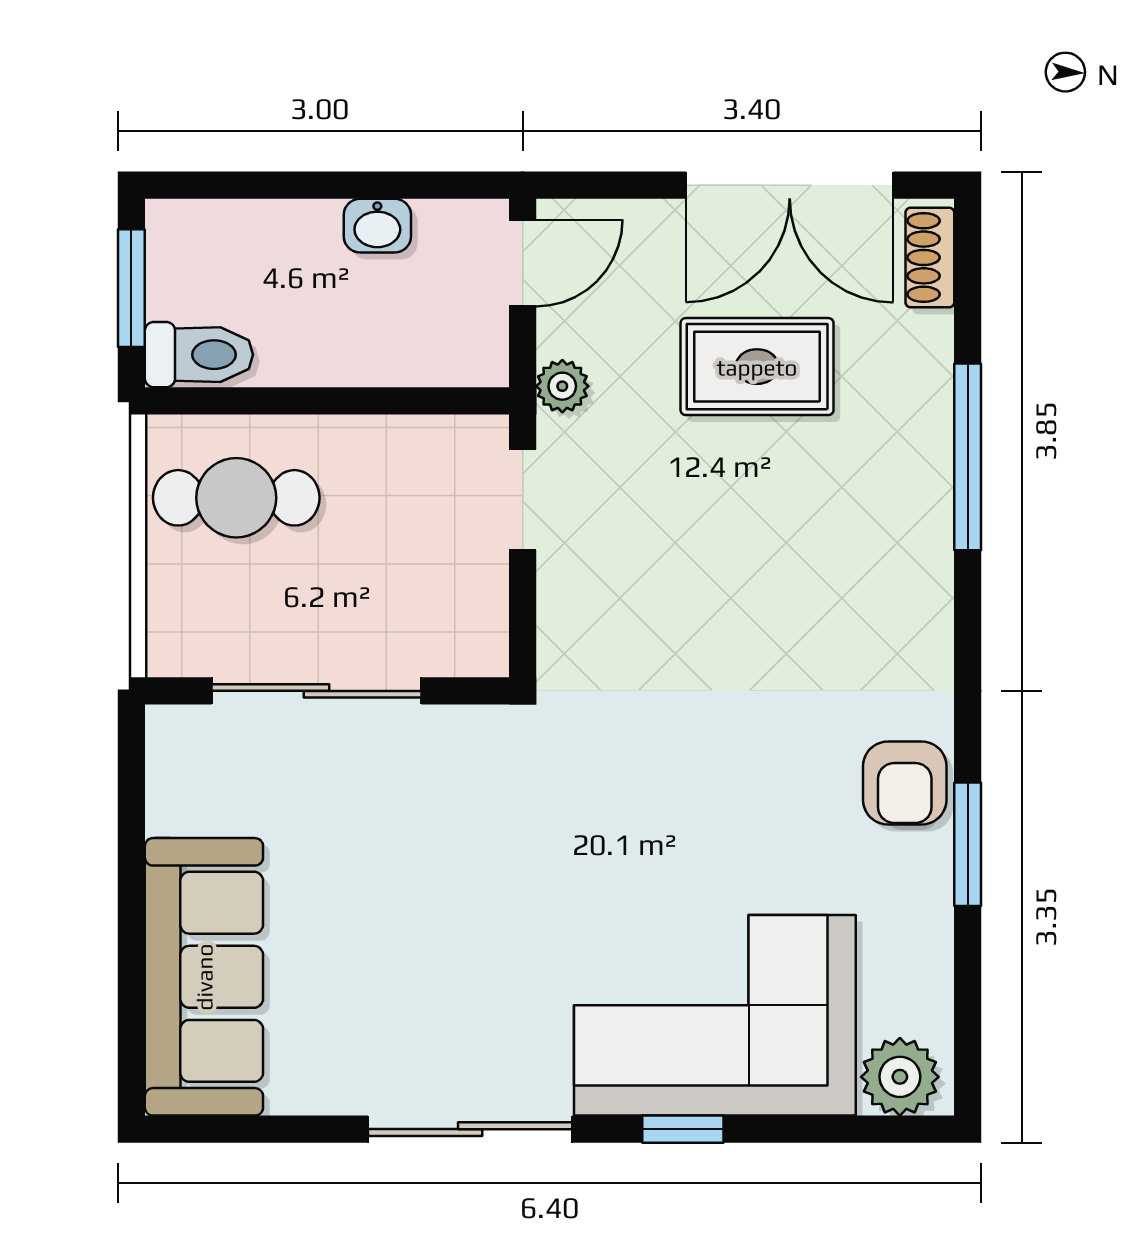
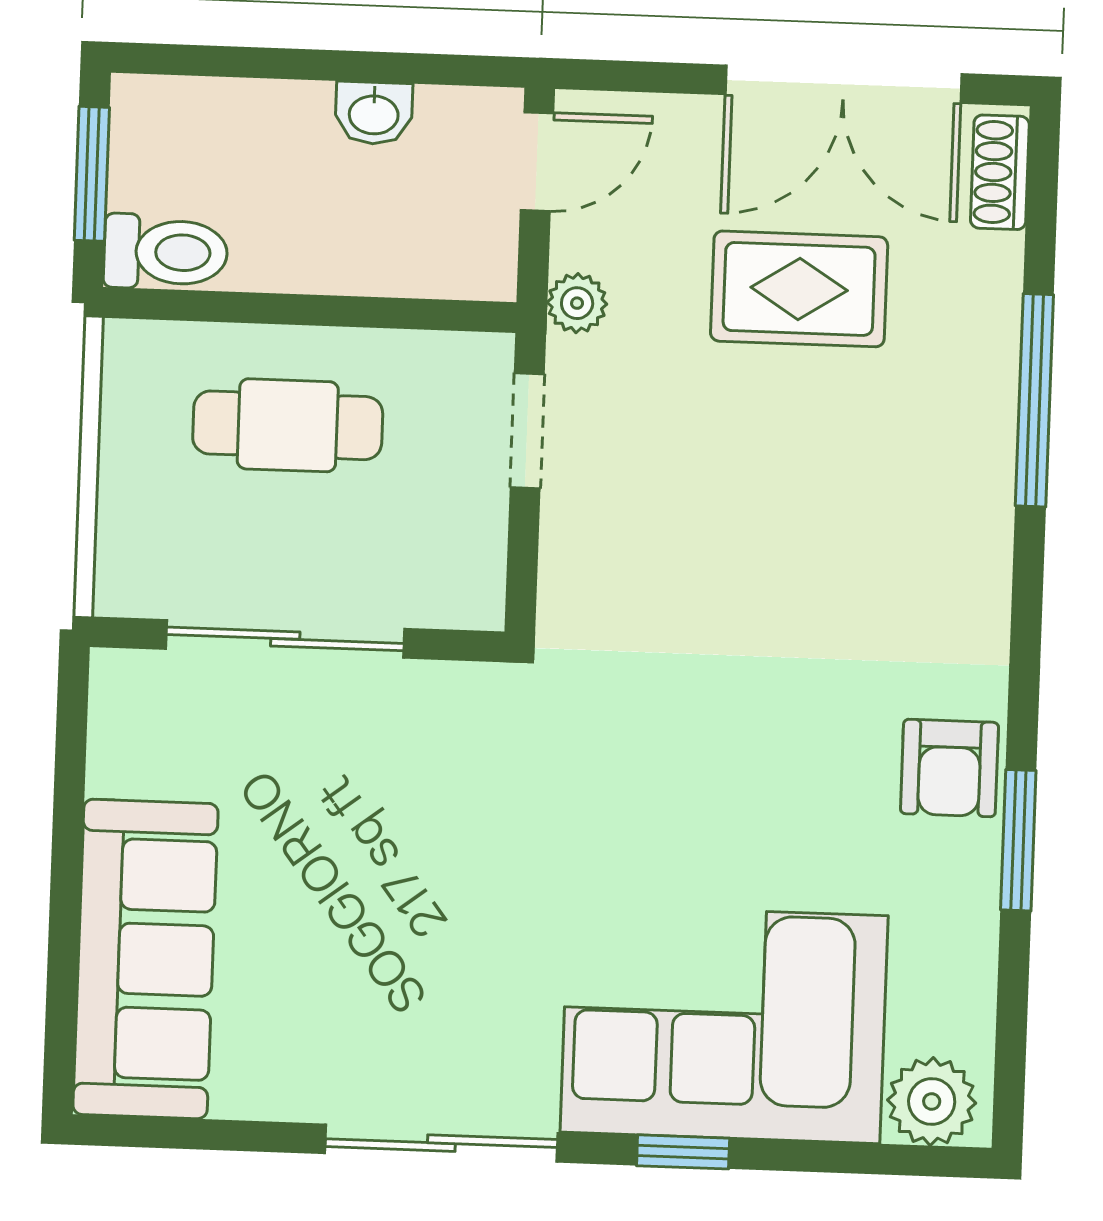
cafe table: (236, 498) -> (288, 425), moved

